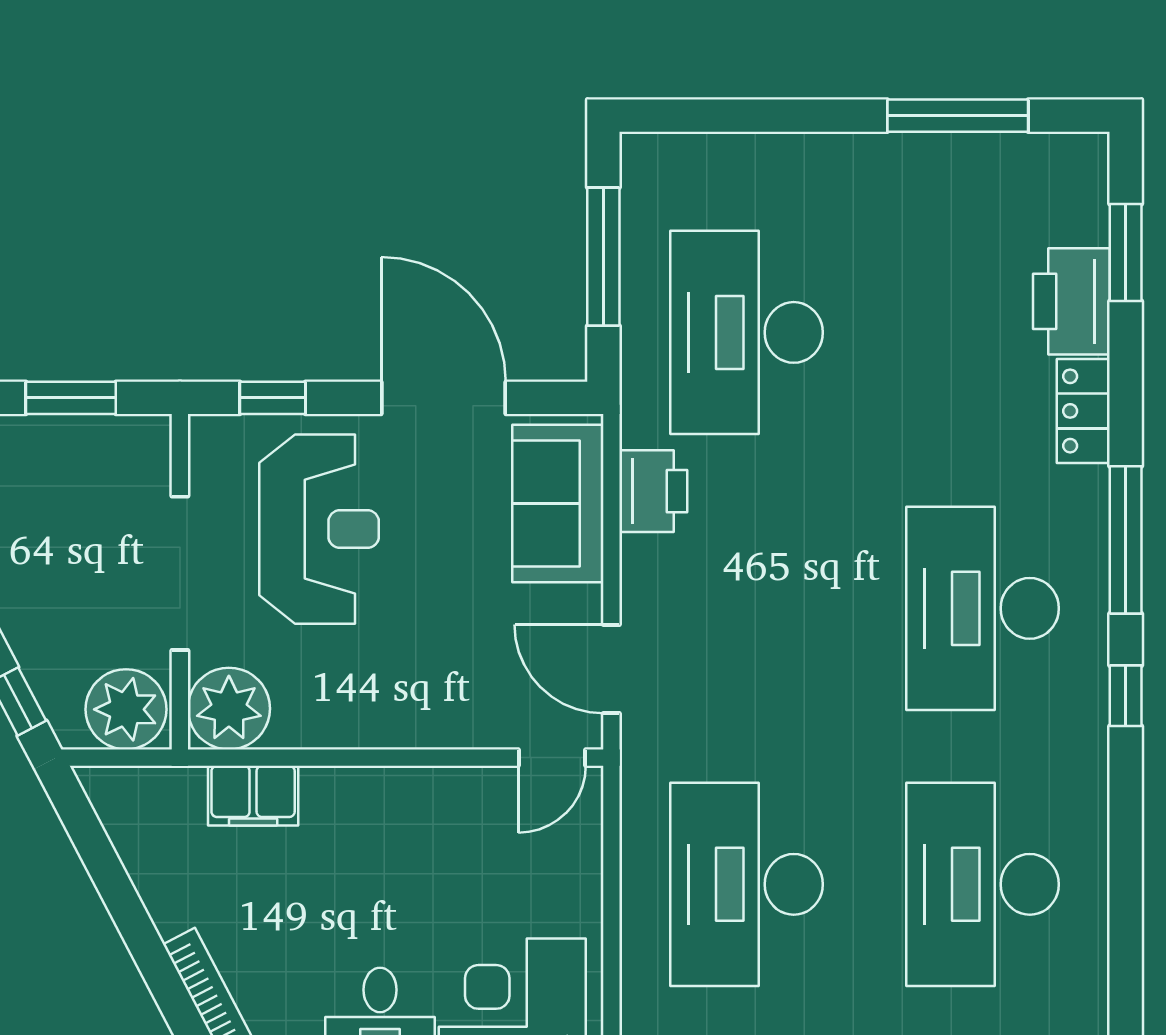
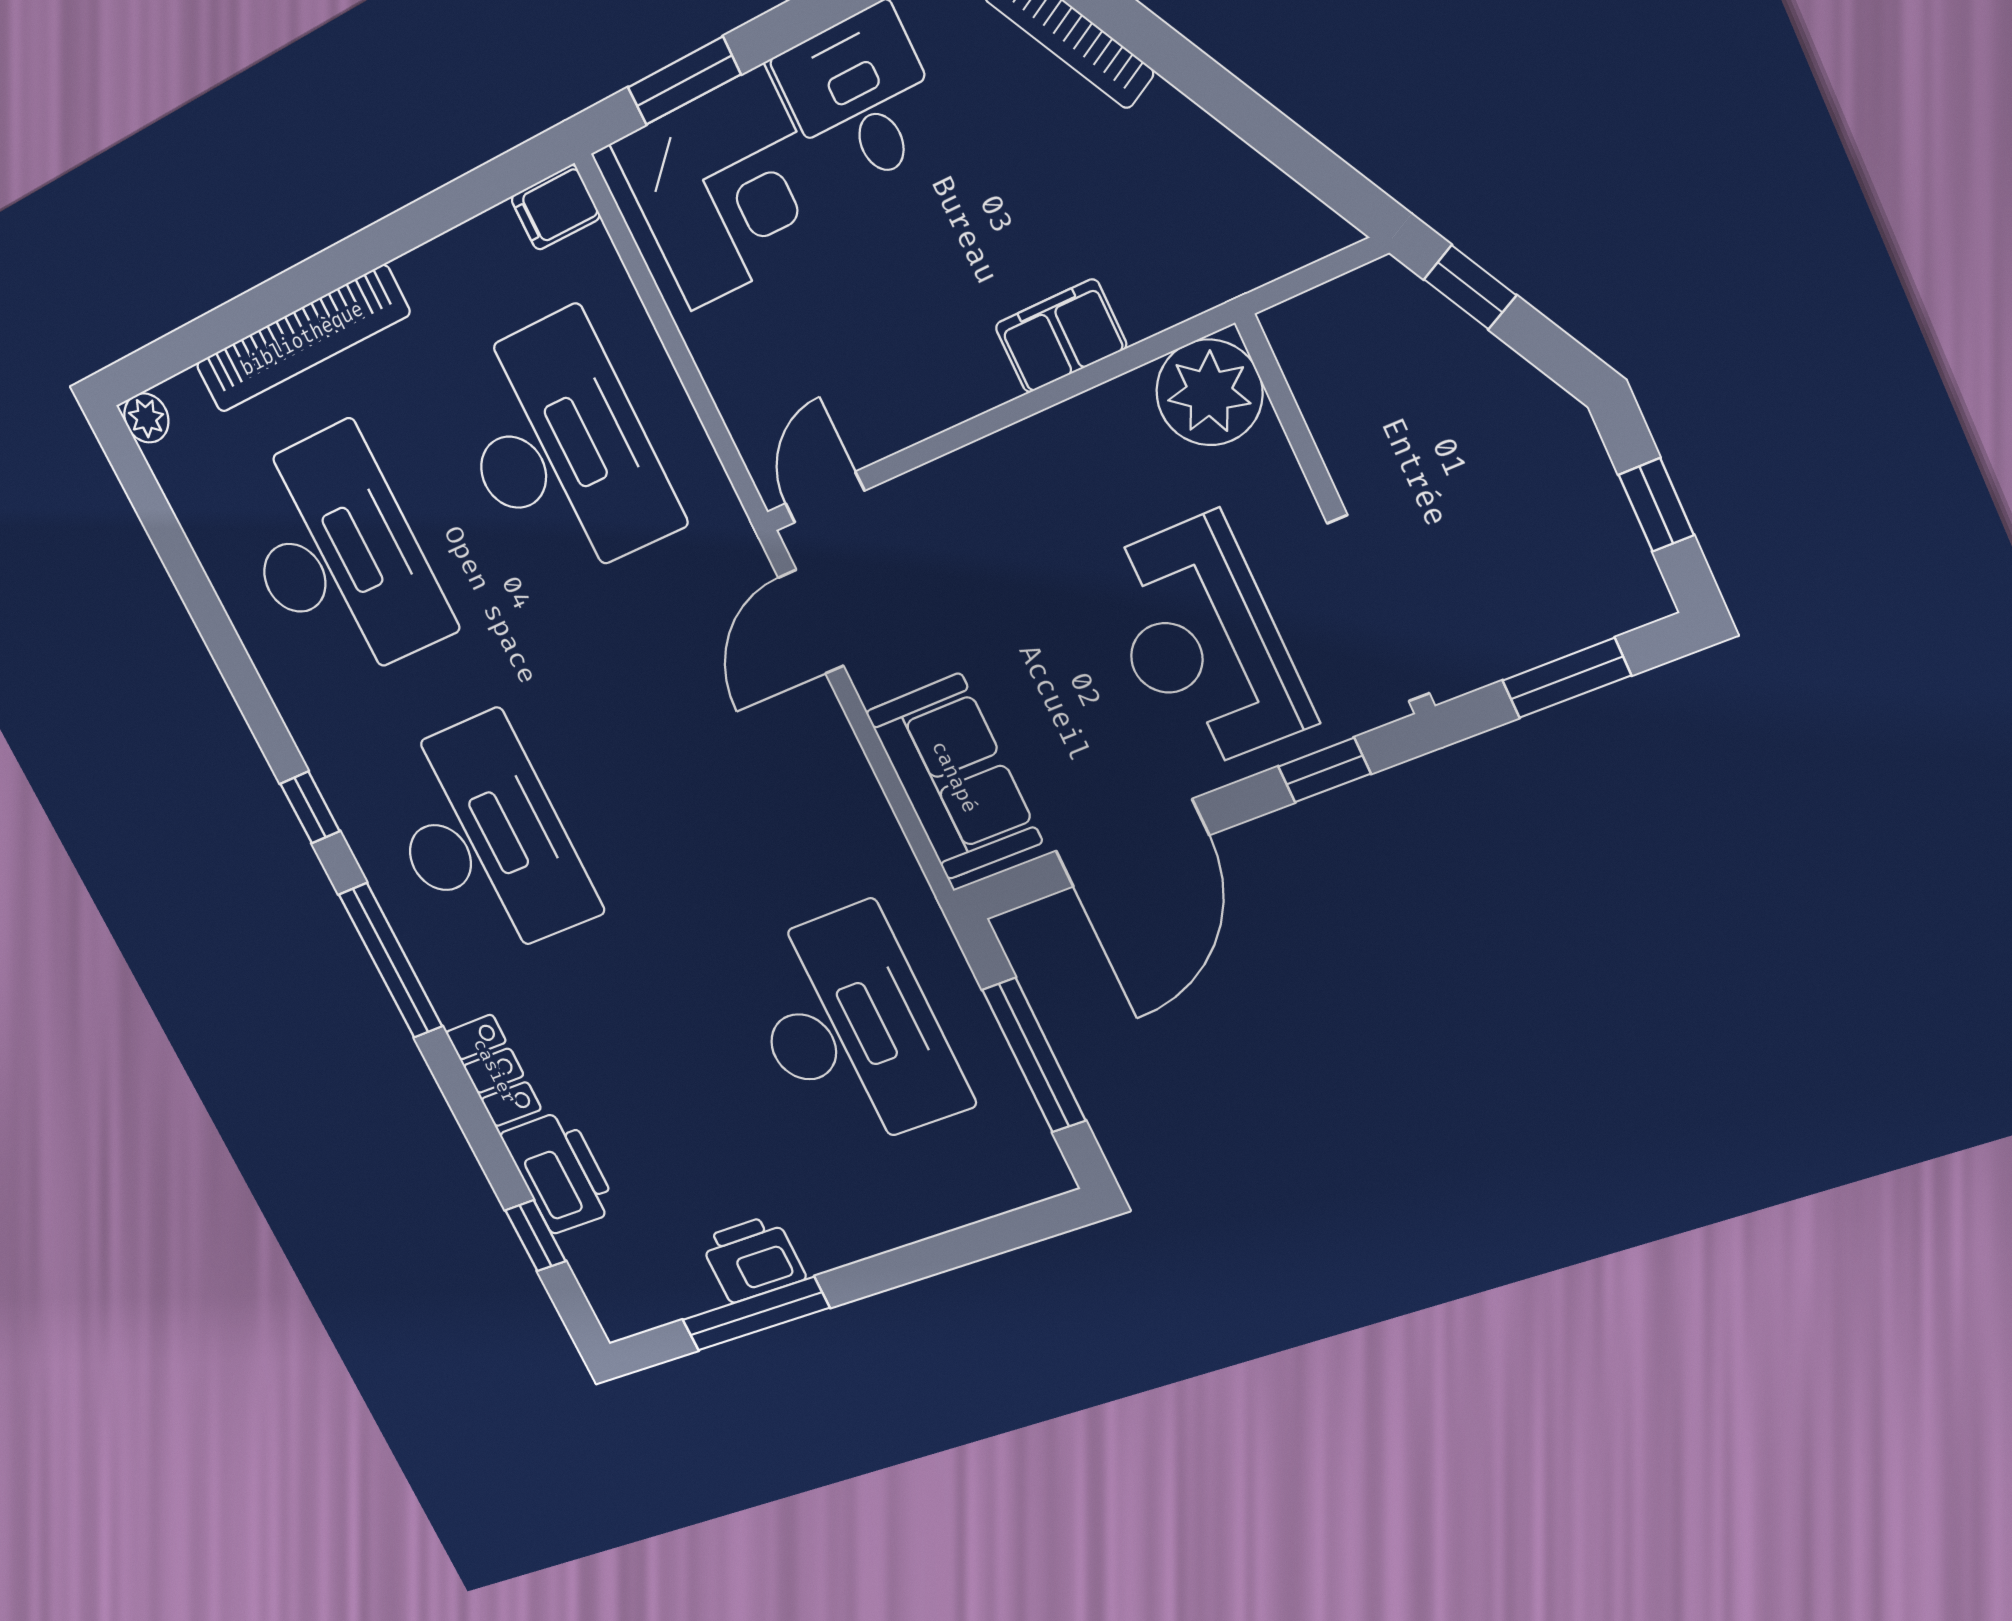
window: (1126, 253) -> (536, 1236), width x0.67
door: (443, 398) -> (1132, 843), hinge flipped
printer: (653, 491) -> (752, 1259), moved, turned 90
doorway: (180, 573) -> (1378, 609), moved
door: (611, 669) -> (811, 622), swing flipped
plant: (126, 709) -> (1332, 337), removed
filing cabinet: (253, 796) -> (1061, 336), moved

